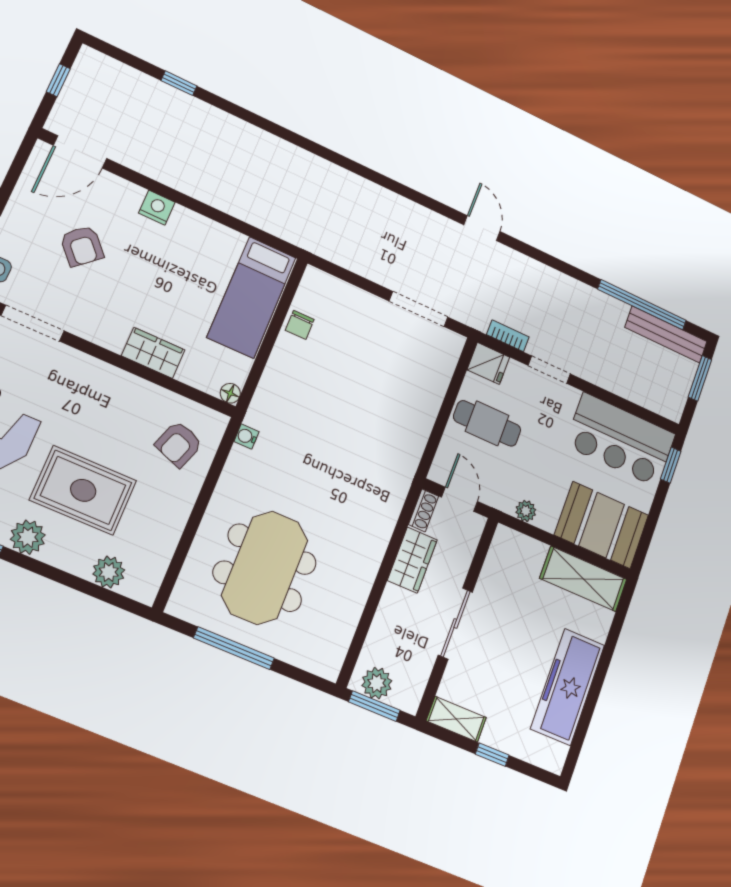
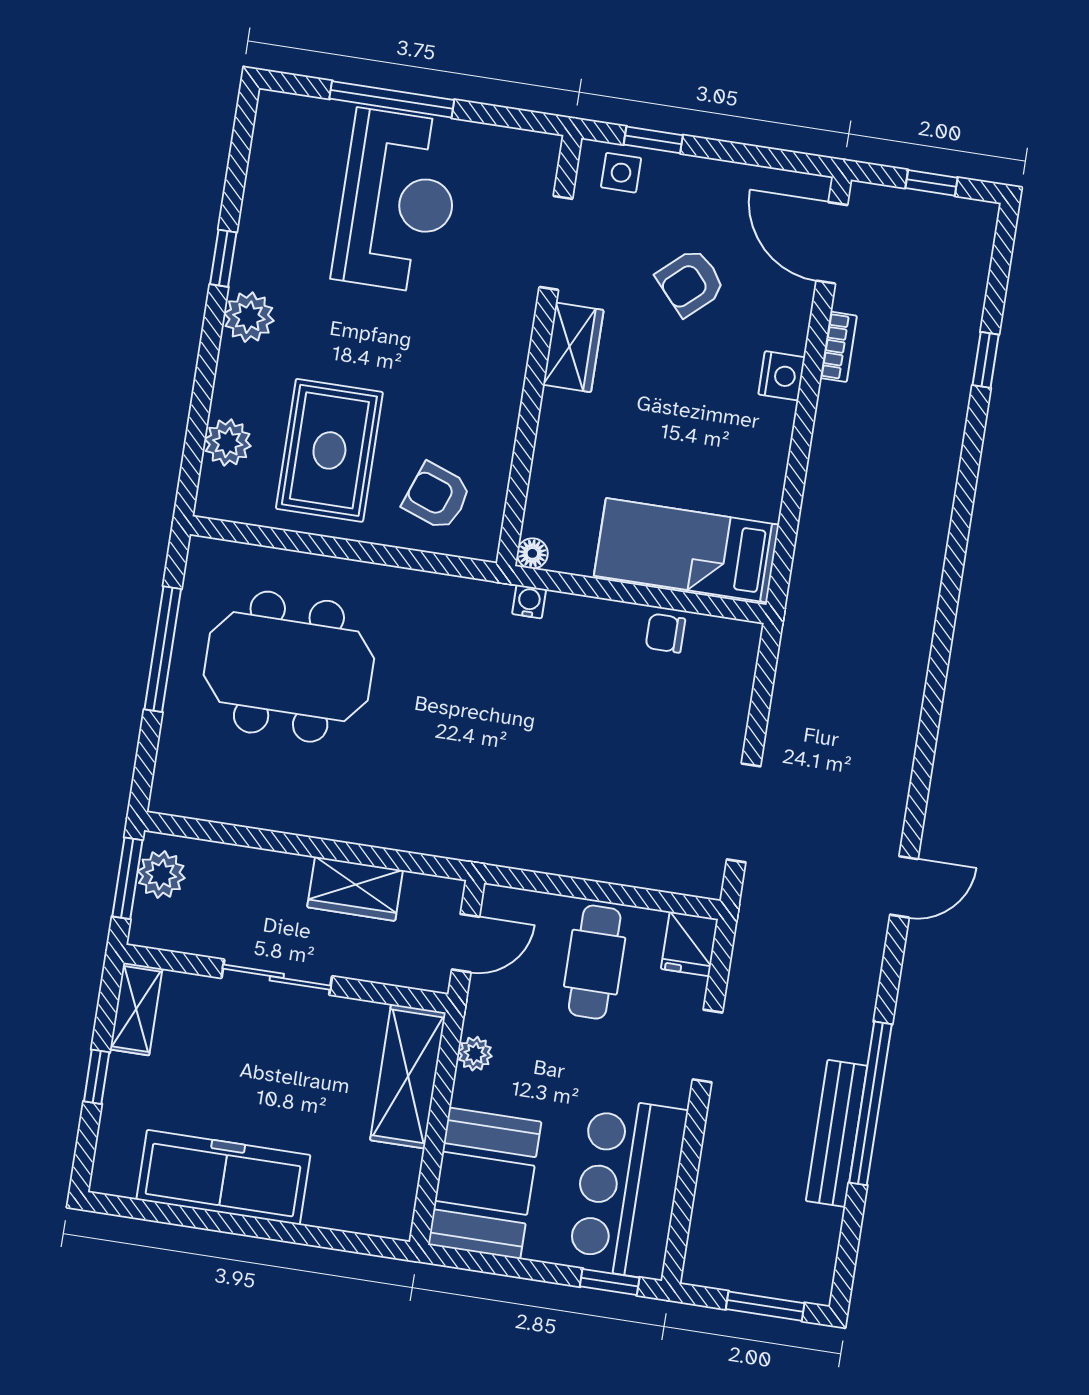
window: (642, 305) -> (870, 1103), moved
bench: (666, 334) -> (837, 1133), moved
bookcase: (508, 336) -> (838, 347), moved
wardrobe: (153, 353) -> (573, 347), moved
water cooler: (246, 436) -> (529, 602), moved
rug: (83, 490) -> (329, 450), moved
shoe rack: (424, 510) -> (434, 890), removed
shelving: (583, 579) -> (408, 1076), moved

